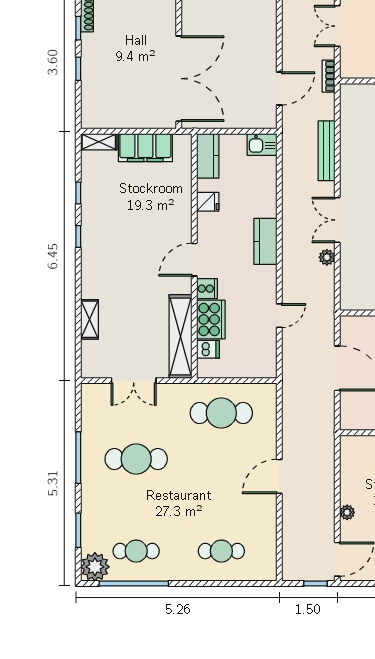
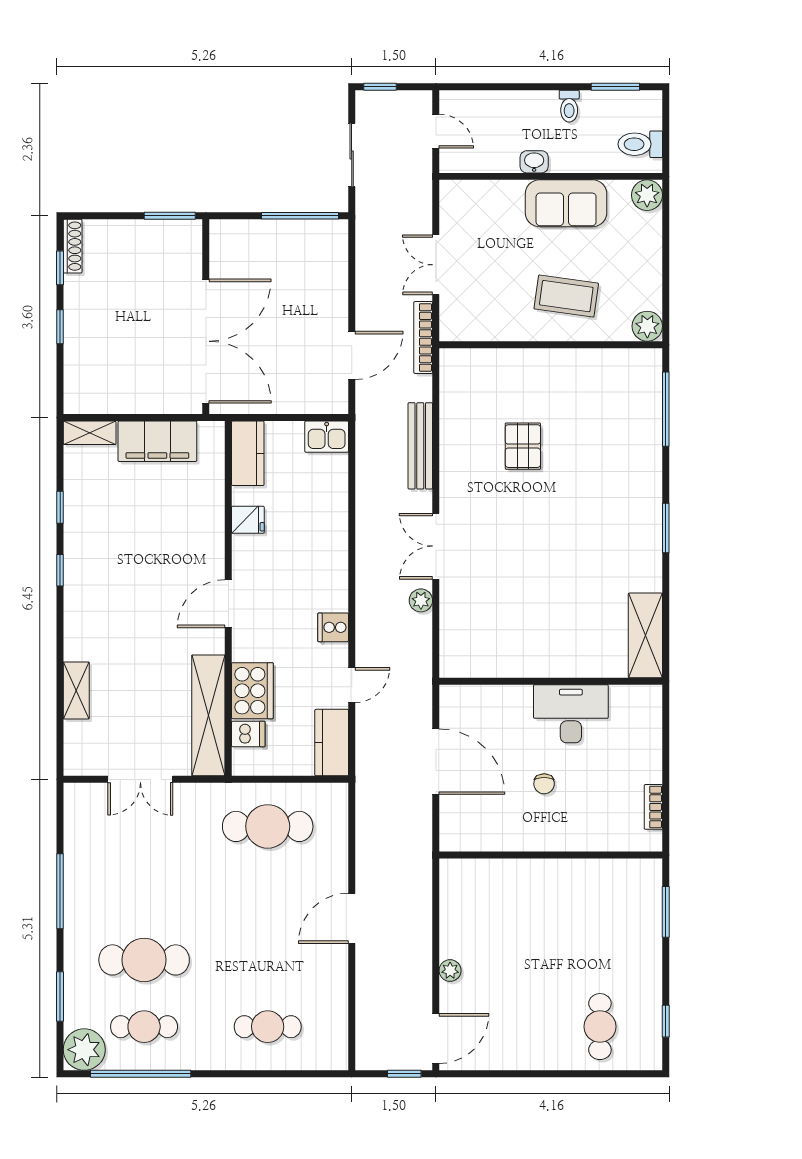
bookcase: (329, 76) -> (423, 338), width x1.56
kitchen counter: (265, 241) -> (332, 743), moved
cooker: (207, 289) -> (333, 627), moved, turned 180
cafe table: (136, 459) -> (144, 960), moved

